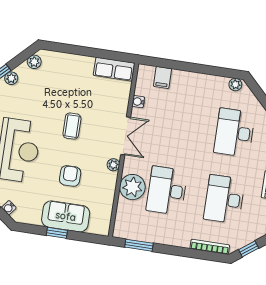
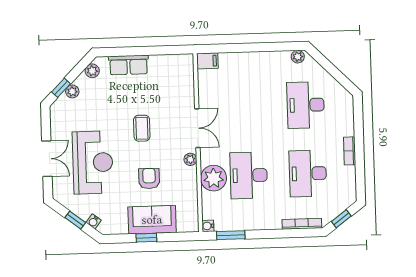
row of seats: (114, 69) -> (129, 65), moved
filing cabinet: (163, 77) -> (207, 61), moved, turned -90
water cooler: (138, 102) -> (208, 226), moved

